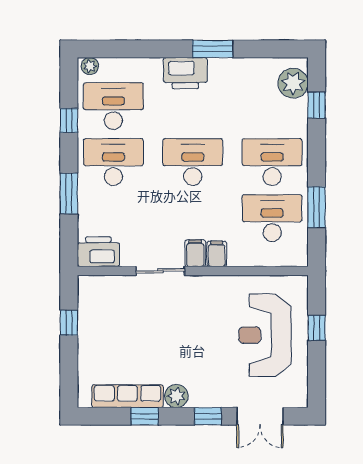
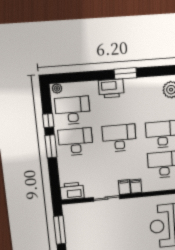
window: (69, 193) -> (51, 146), moved
window: (69, 323) -> (60, 230), width x2.17

